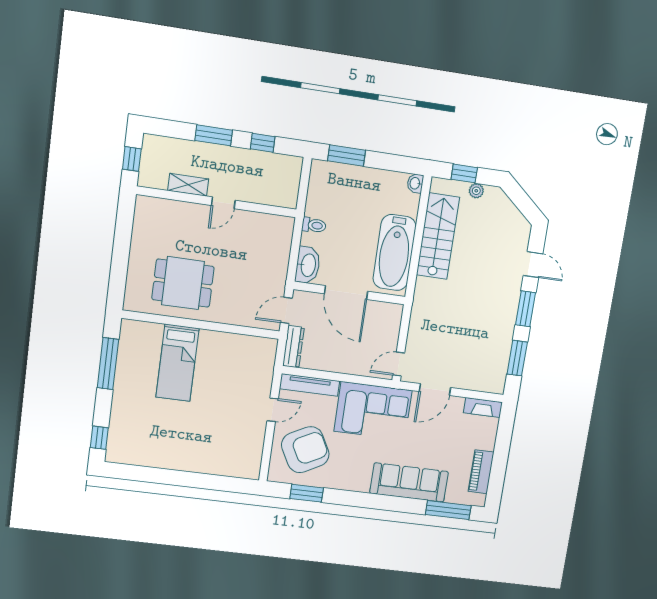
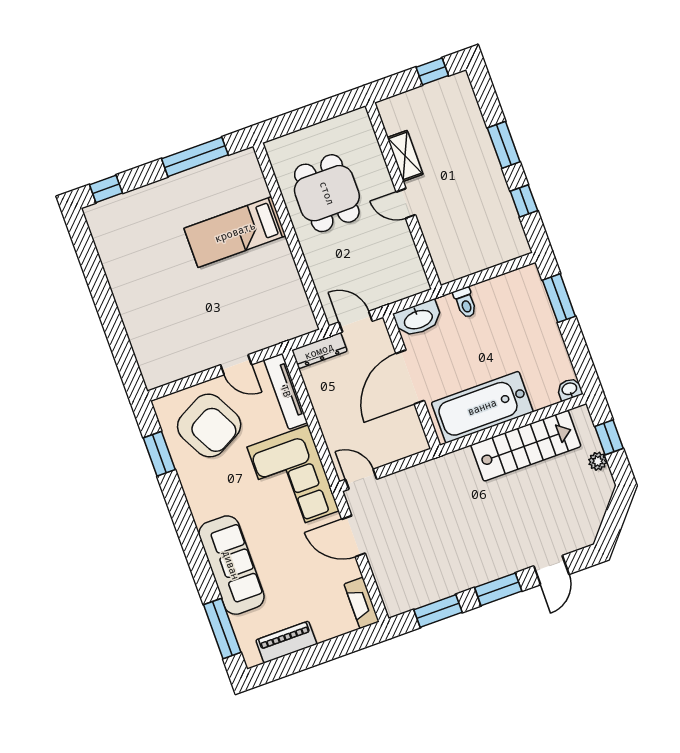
shelving: (188, 185) -> (405, 156), moved
wall: (217, 202) -> (403, 196), moved
door: (223, 203) -> (406, 203), moved

